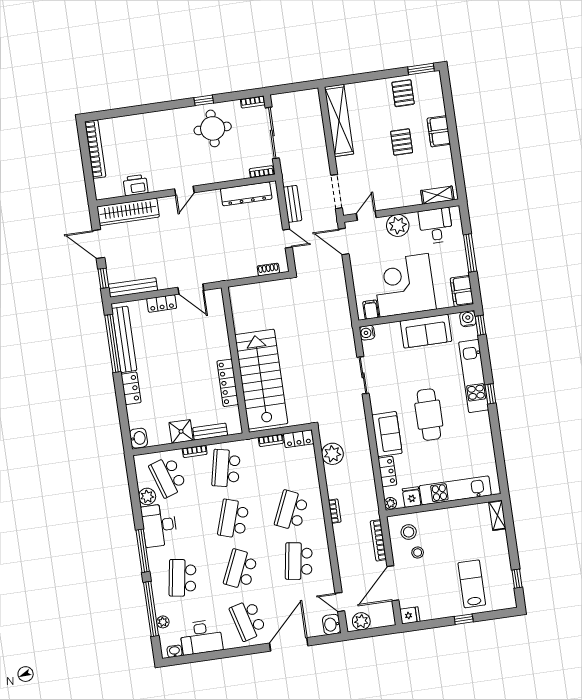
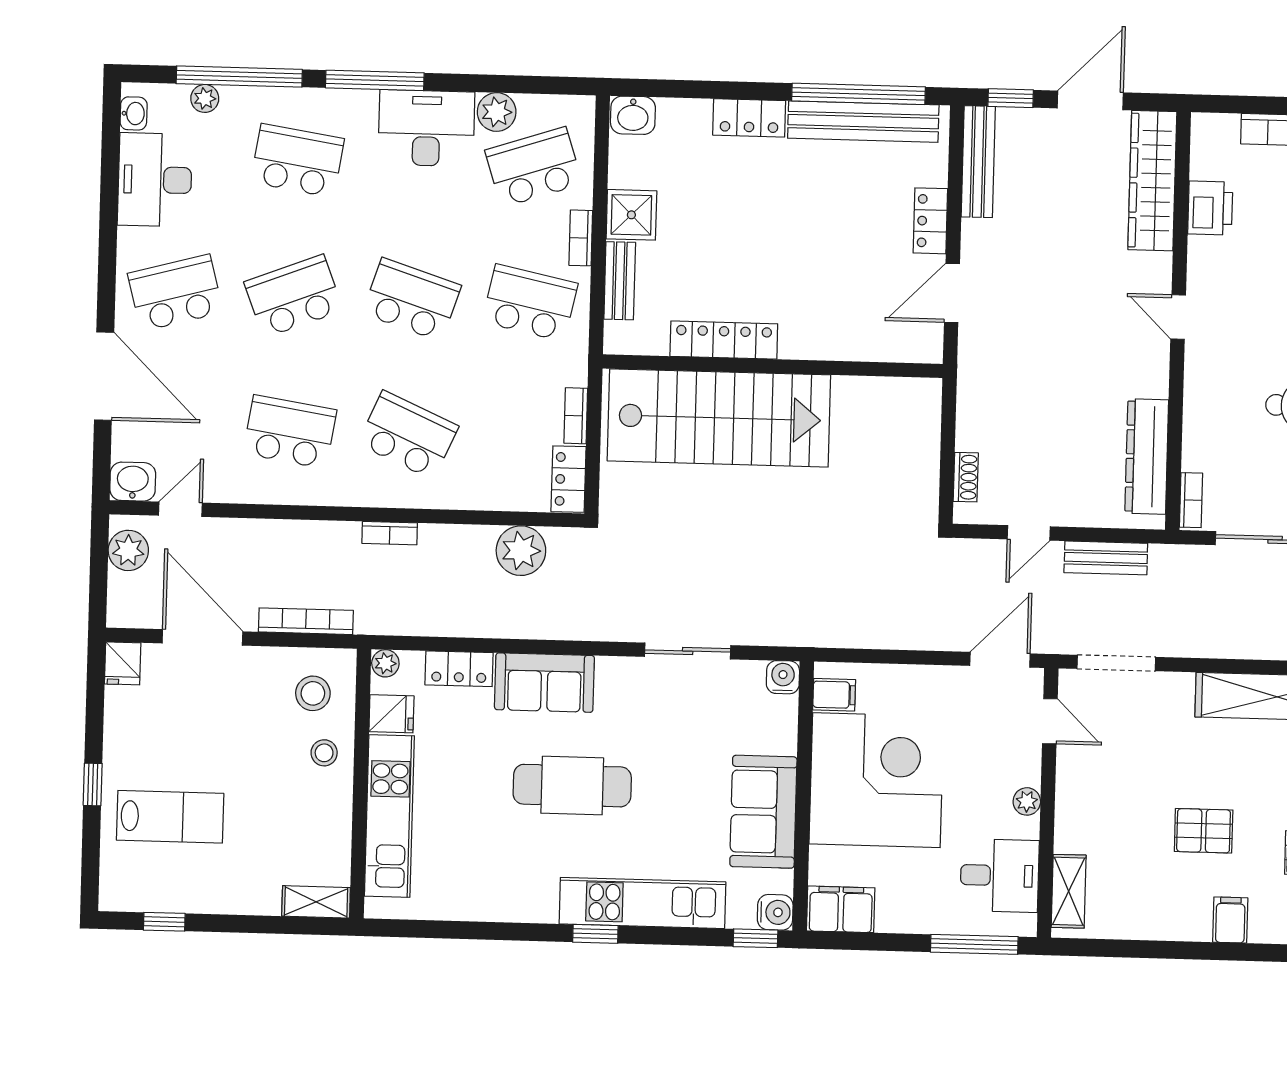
filing cabinet: (439, 131) -> (1230, 920), width x0.50
plant: (398, 225) -> (1027, 801), width x0.53, depth x0.53
window: (470, 253) -> (974, 944), moved
stool: (418, 552) -> (324, 753), moved
school desk: (241, 570) -> (294, 296), turned -45

